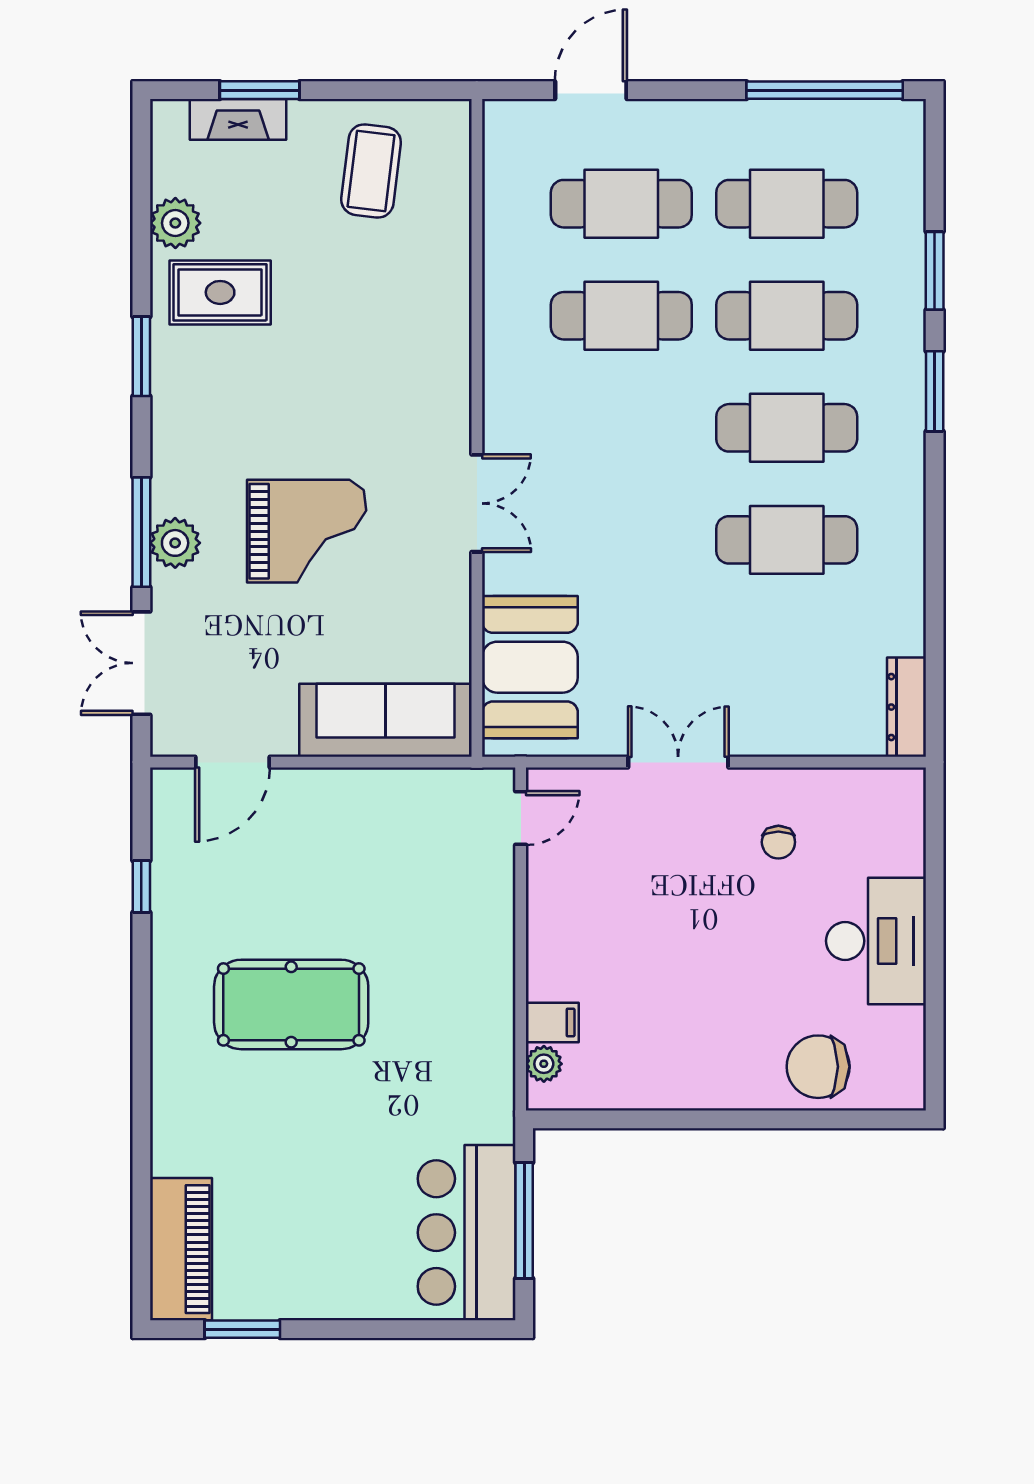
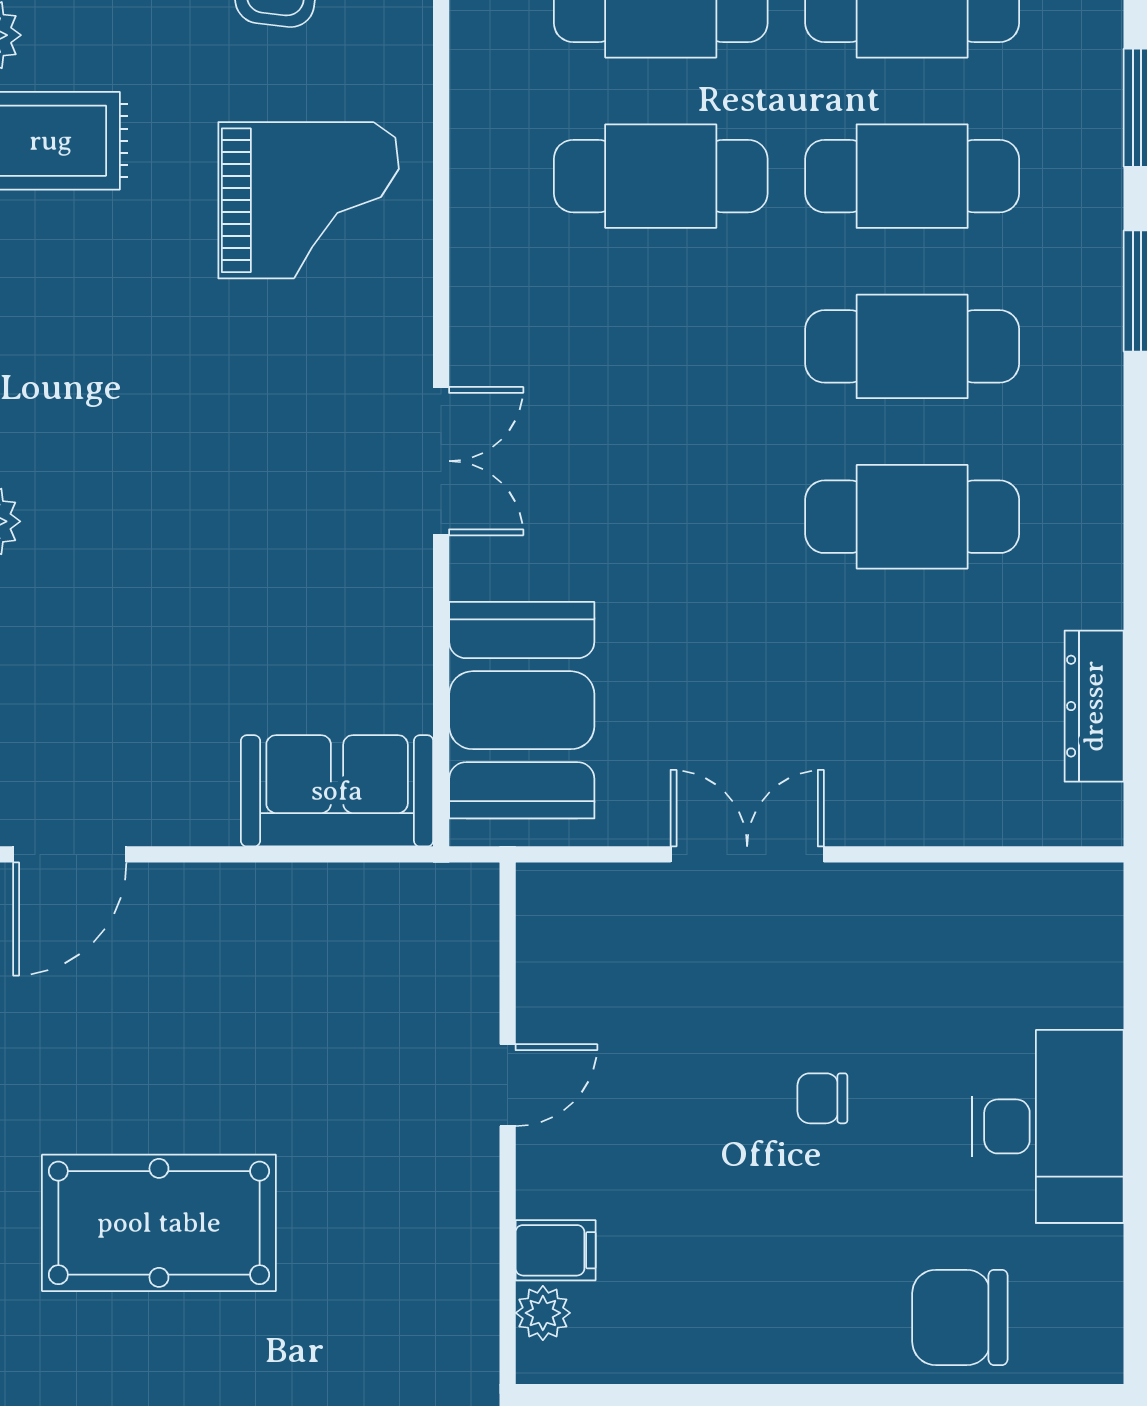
grand piano: (307, 531) -> (309, 200), moved
dresser: (906, 707) -> (1094, 706), moved
sofa: (386, 720) -> (337, 791), width x0.73
door: (521, 818) -> (508, 1085), moved
chair: (778, 842) -> (822, 1098), moved, turned 90

